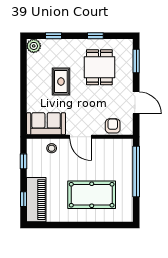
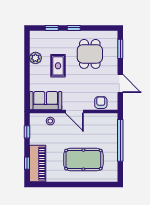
window: (95, 36) -> (74, 28), moved
plant: (34, 46) -> (35, 58), moved

